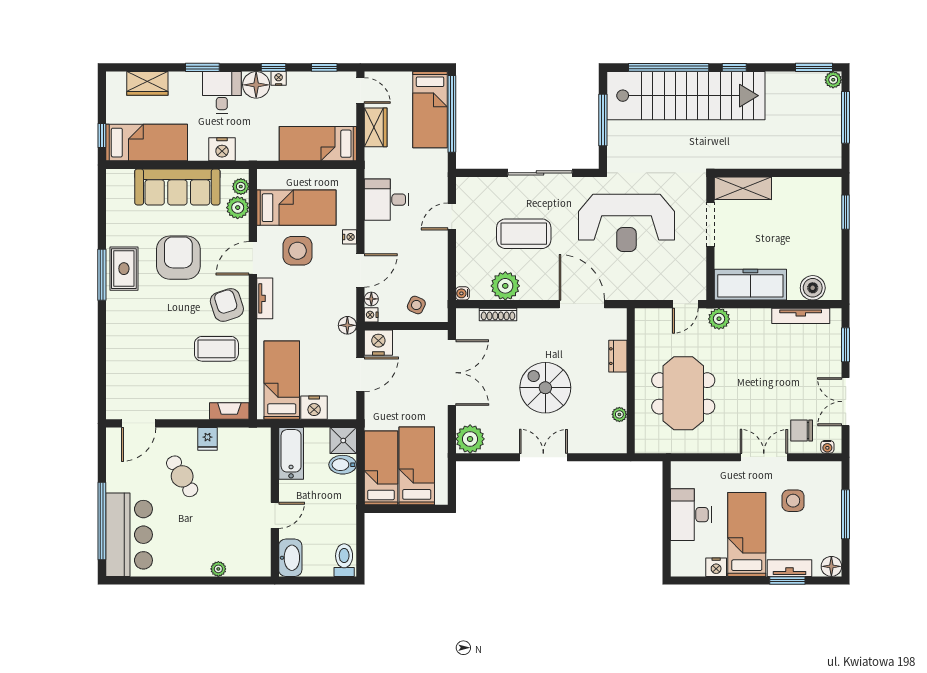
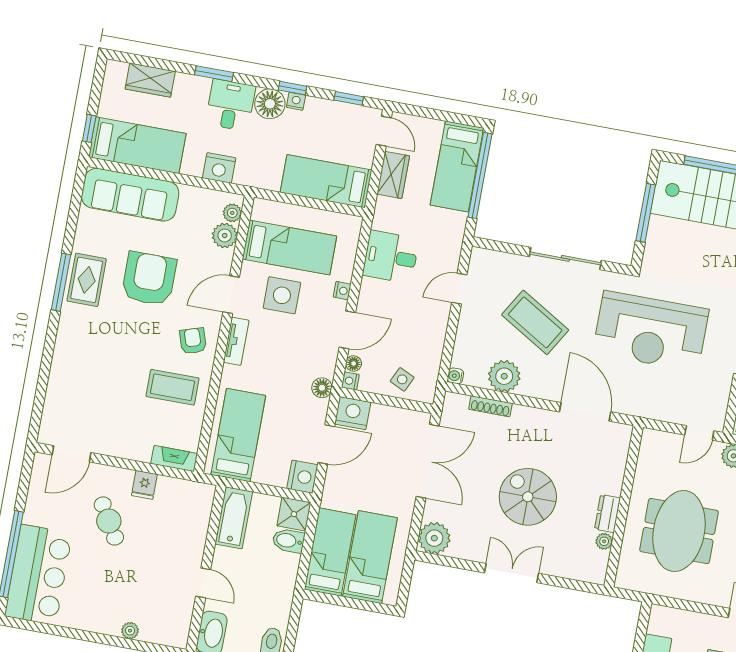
sofa: (177, 187) -> (130, 195), moved
coffee table: (524, 234) -> (535, 322), turned 31
armchair: (227, 305) -> (193, 341), width x0.72, depth x0.72
dresser: (618, 356) -> (607, 513), moved
nightstand: (314, 408) -> (302, 477), moved, turned -90
door: (275, 515) -> (203, 583), hinge flipped

